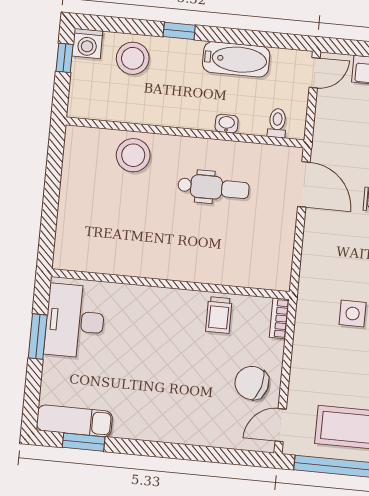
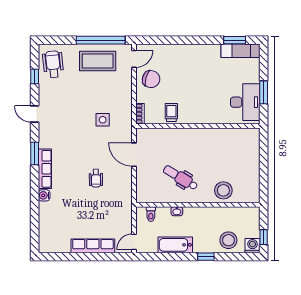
door: (304, 184) -> (134, 155), moved
dental chair: (213, 188) -> (180, 178), turned 31

